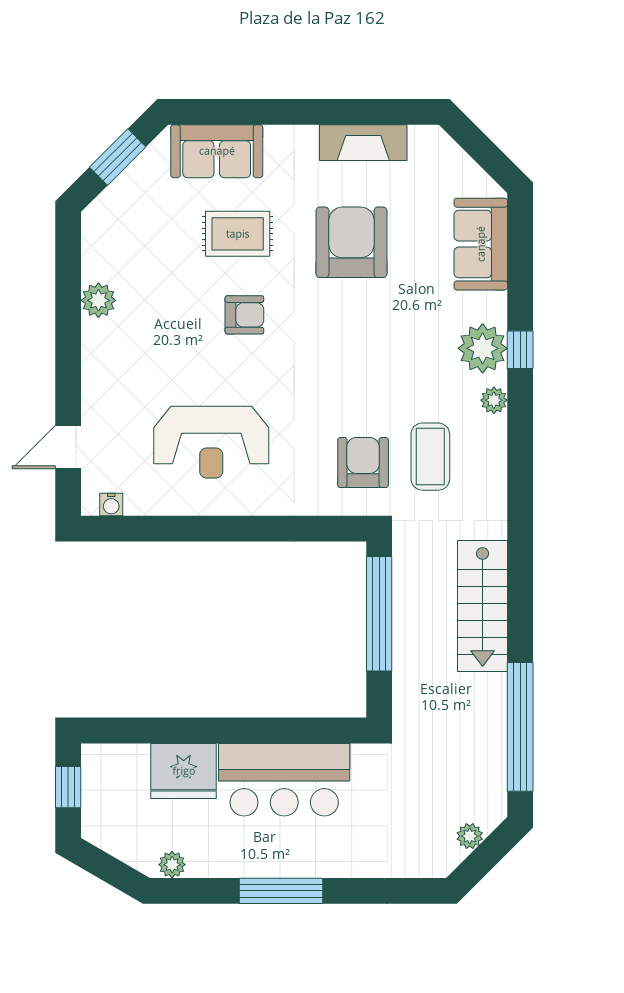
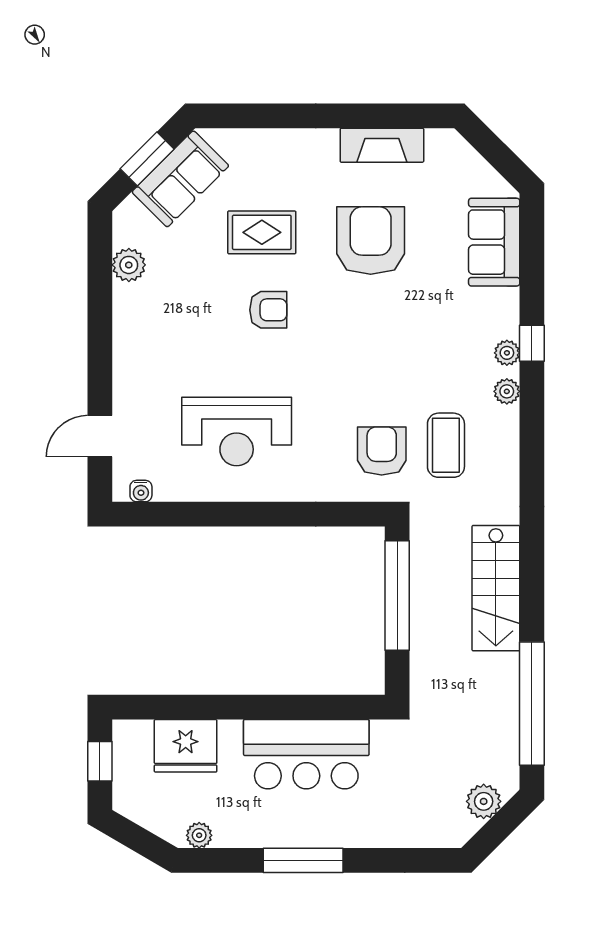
sofa: (217, 151) -> (180, 179), moved, turned -45
plant: (98, 300) -> (129, 265), moved
plant: (483, 348) -> (507, 353), width x0.53, depth x0.53
fridge: (184, 771) -> (186, 746), moved
plant: (470, 836) -> (484, 801), width x1.38, depth x1.38

